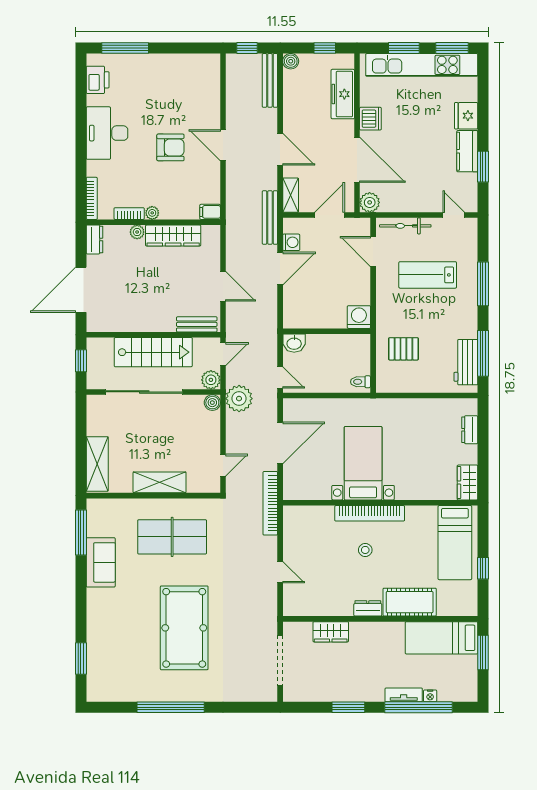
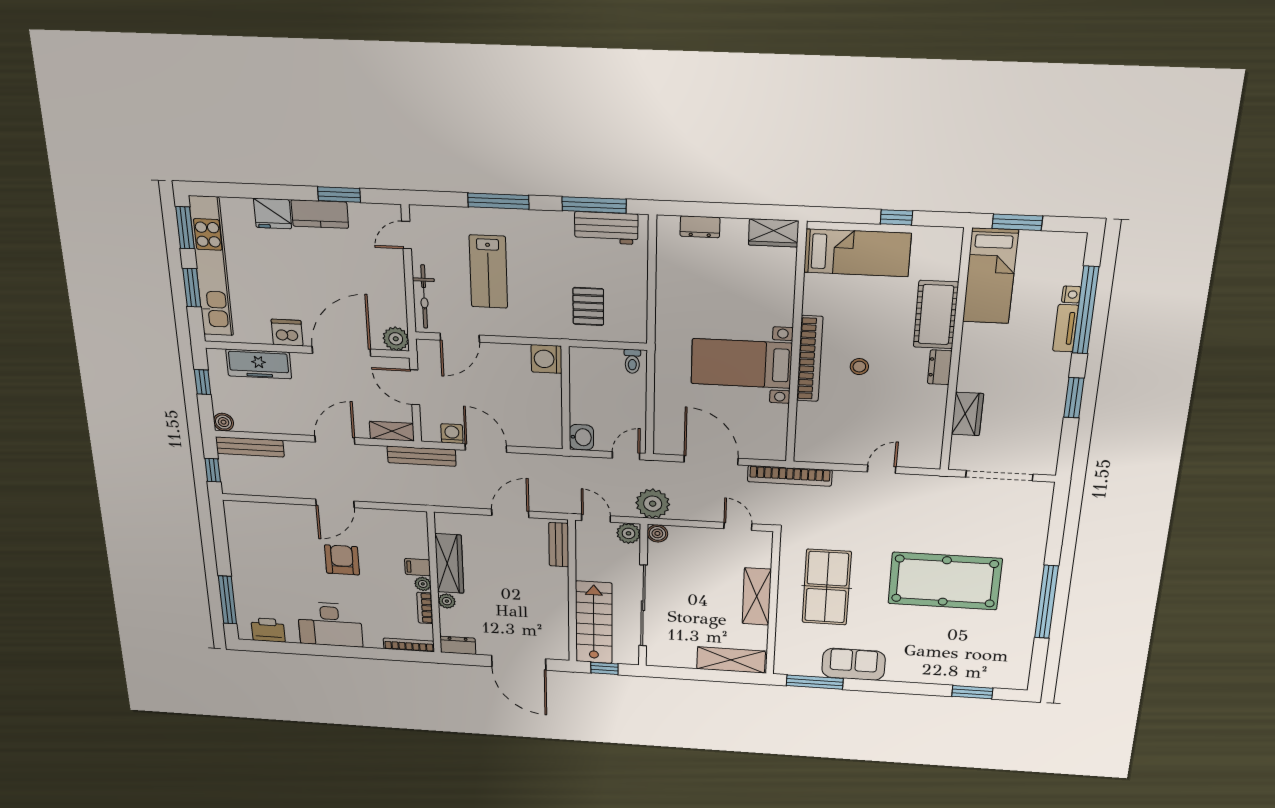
filing cabinet: (210, 212) -> (418, 567), moved, turned 90
stairs: (153, 352) -> (594, 622), moved

